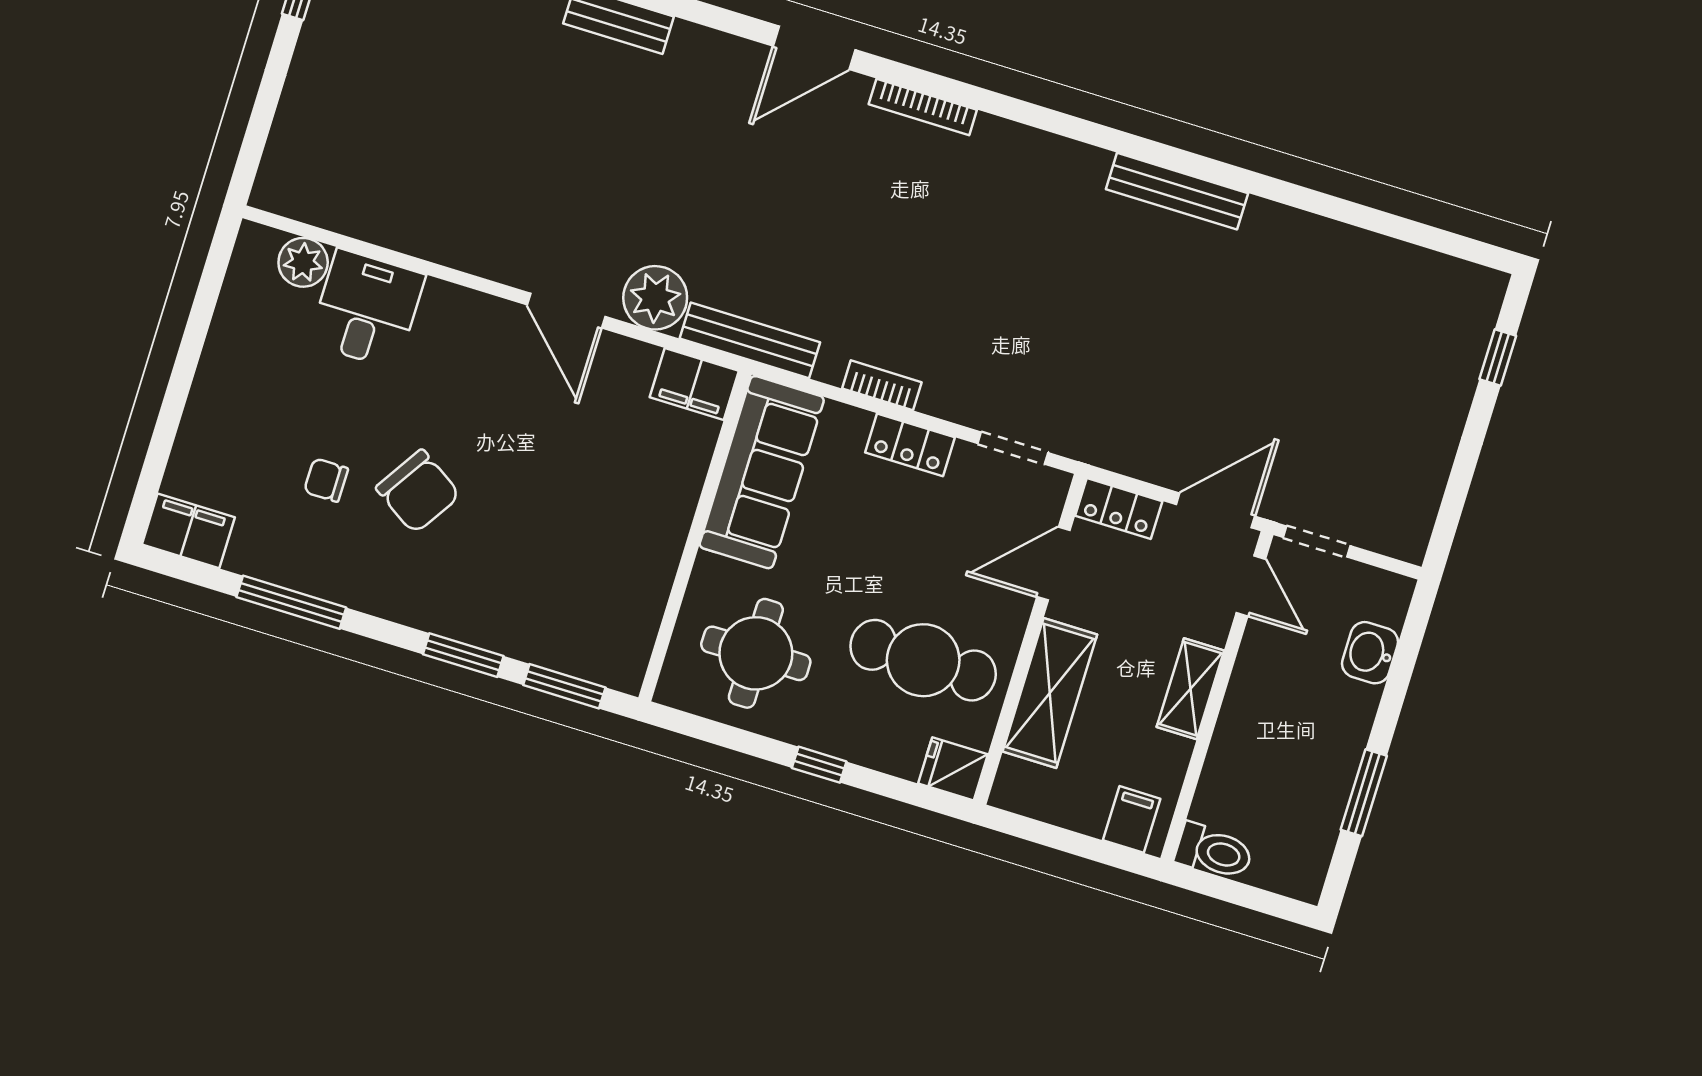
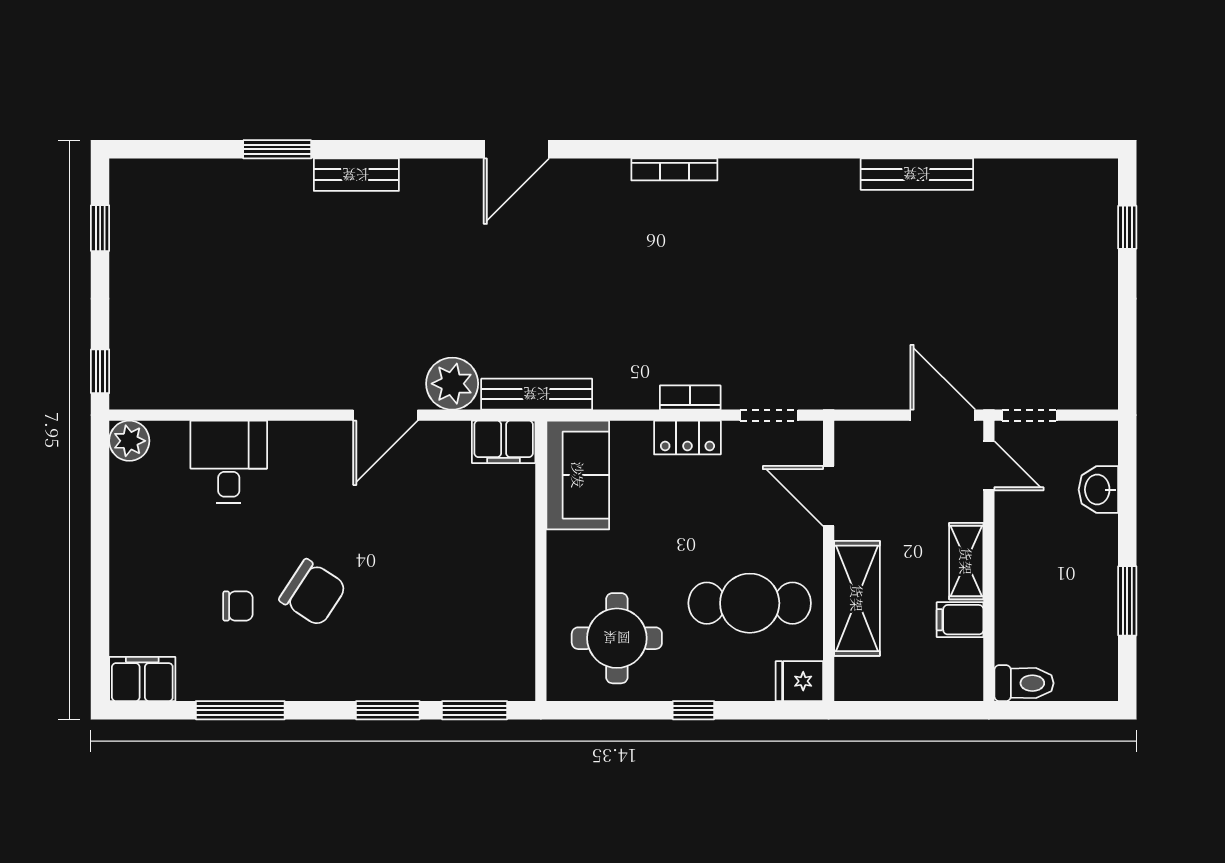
bookcase: (923, 107) -> (674, 169), moved
window: (250, 157) -> (100, 371), added
bench: (1177, 191) -> (917, 174), moved
plant: (303, 262) -> (129, 441), moved
door: (566, 311) -> (385, 415), hinge flipped
bookcase: (882, 385) -> (690, 398), moved
sofa: (762, 472) -> (578, 475), width x0.73
chair: (326, 480) -> (238, 606), turned 180
locker: (1119, 508) -> (866, 437), removed
door: (1216, 510) -> (943, 415), hinge flipped
door: (1053, 564) -> (829, 496), hinge flipped
filing cabinet: (1132, 819) -> (960, 620), moved, turned -90

